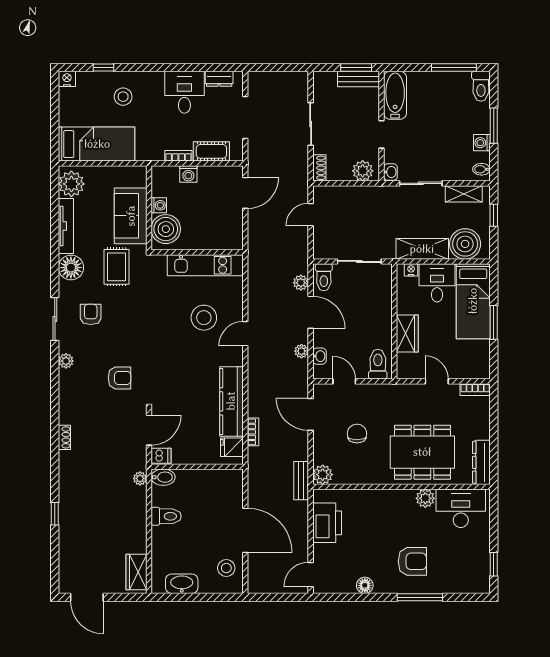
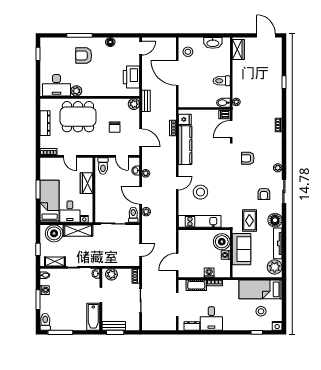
stool: (123, 97) -> (261, 311), moved
dresser: (481, 462) -> (45, 123), moved

